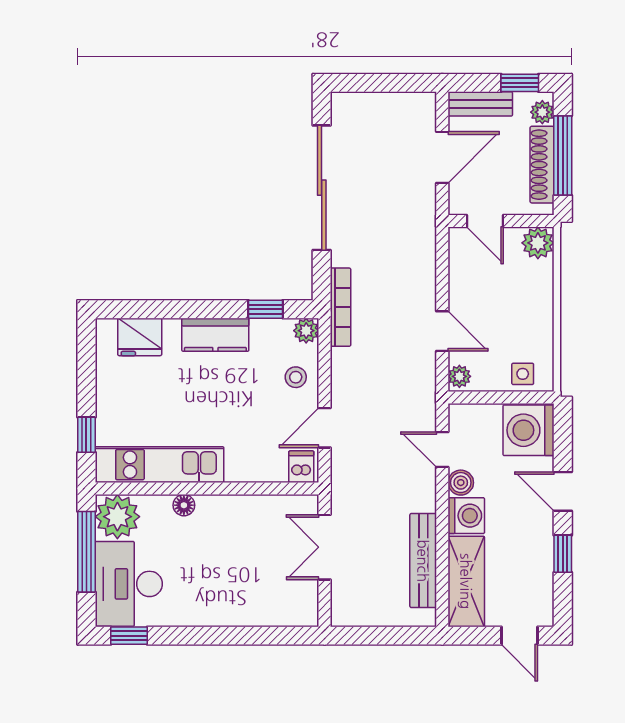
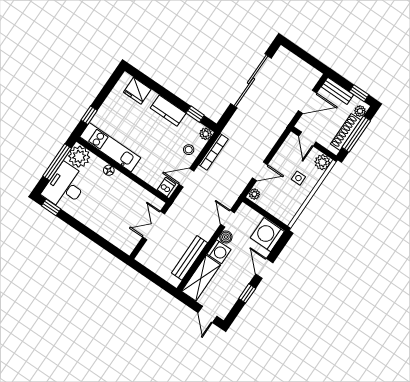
bookcase: (341, 307) -> (214, 152), moved
door: (442, 331) -> (260, 171), hinge flipped
side table: (523, 374) -> (298, 178), moved

